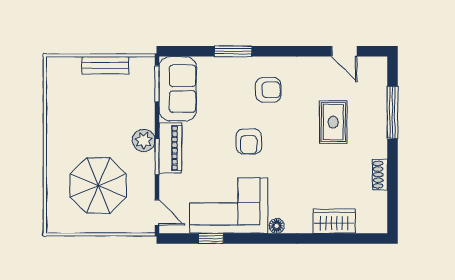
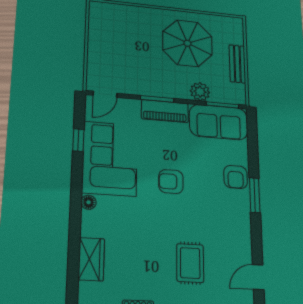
window: (233, 51) -> (255, 195), moved
armchair: (268, 90) -> (236, 177), moved
rug: (333, 122) -> (190, 263), turned 90
plant: (144, 141) -> (200, 92), moved
parasol: (98, 185) -> (187, 43), moved

